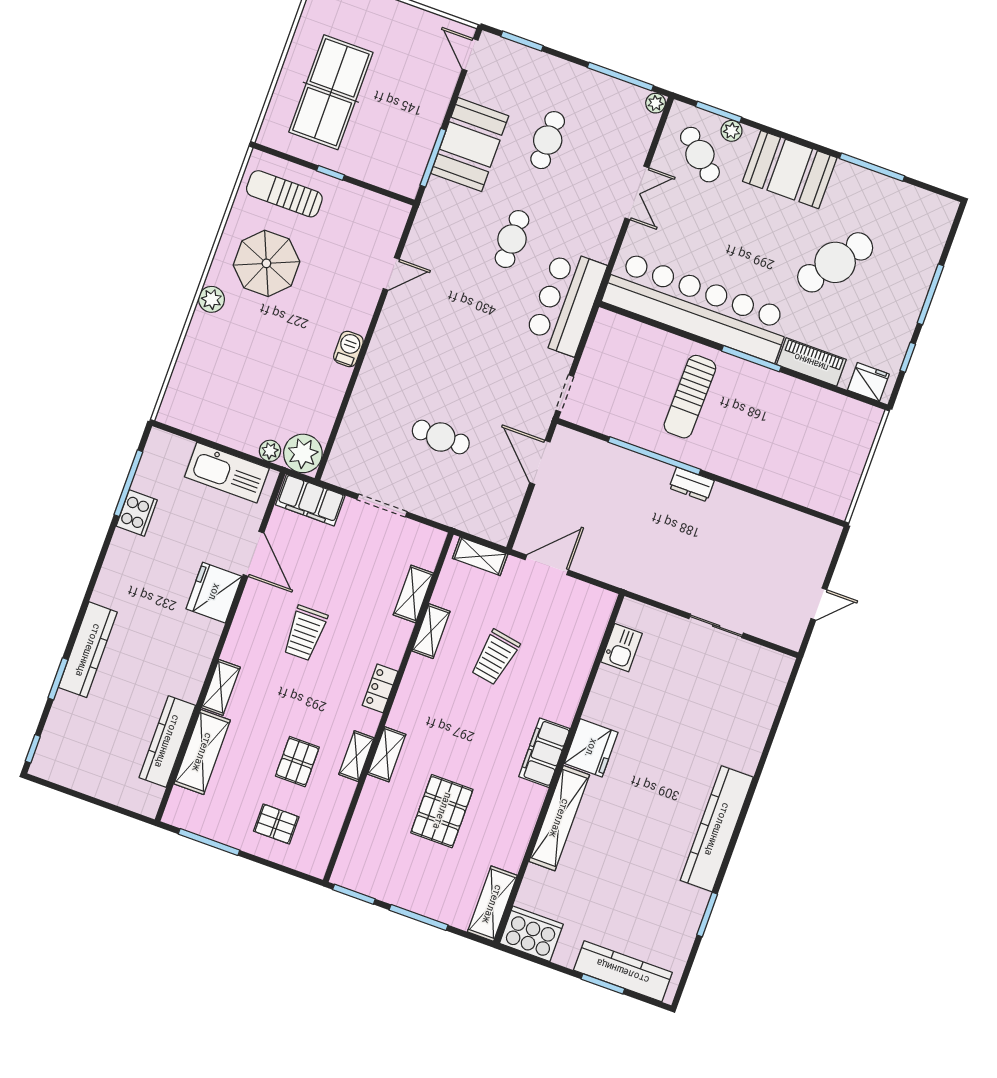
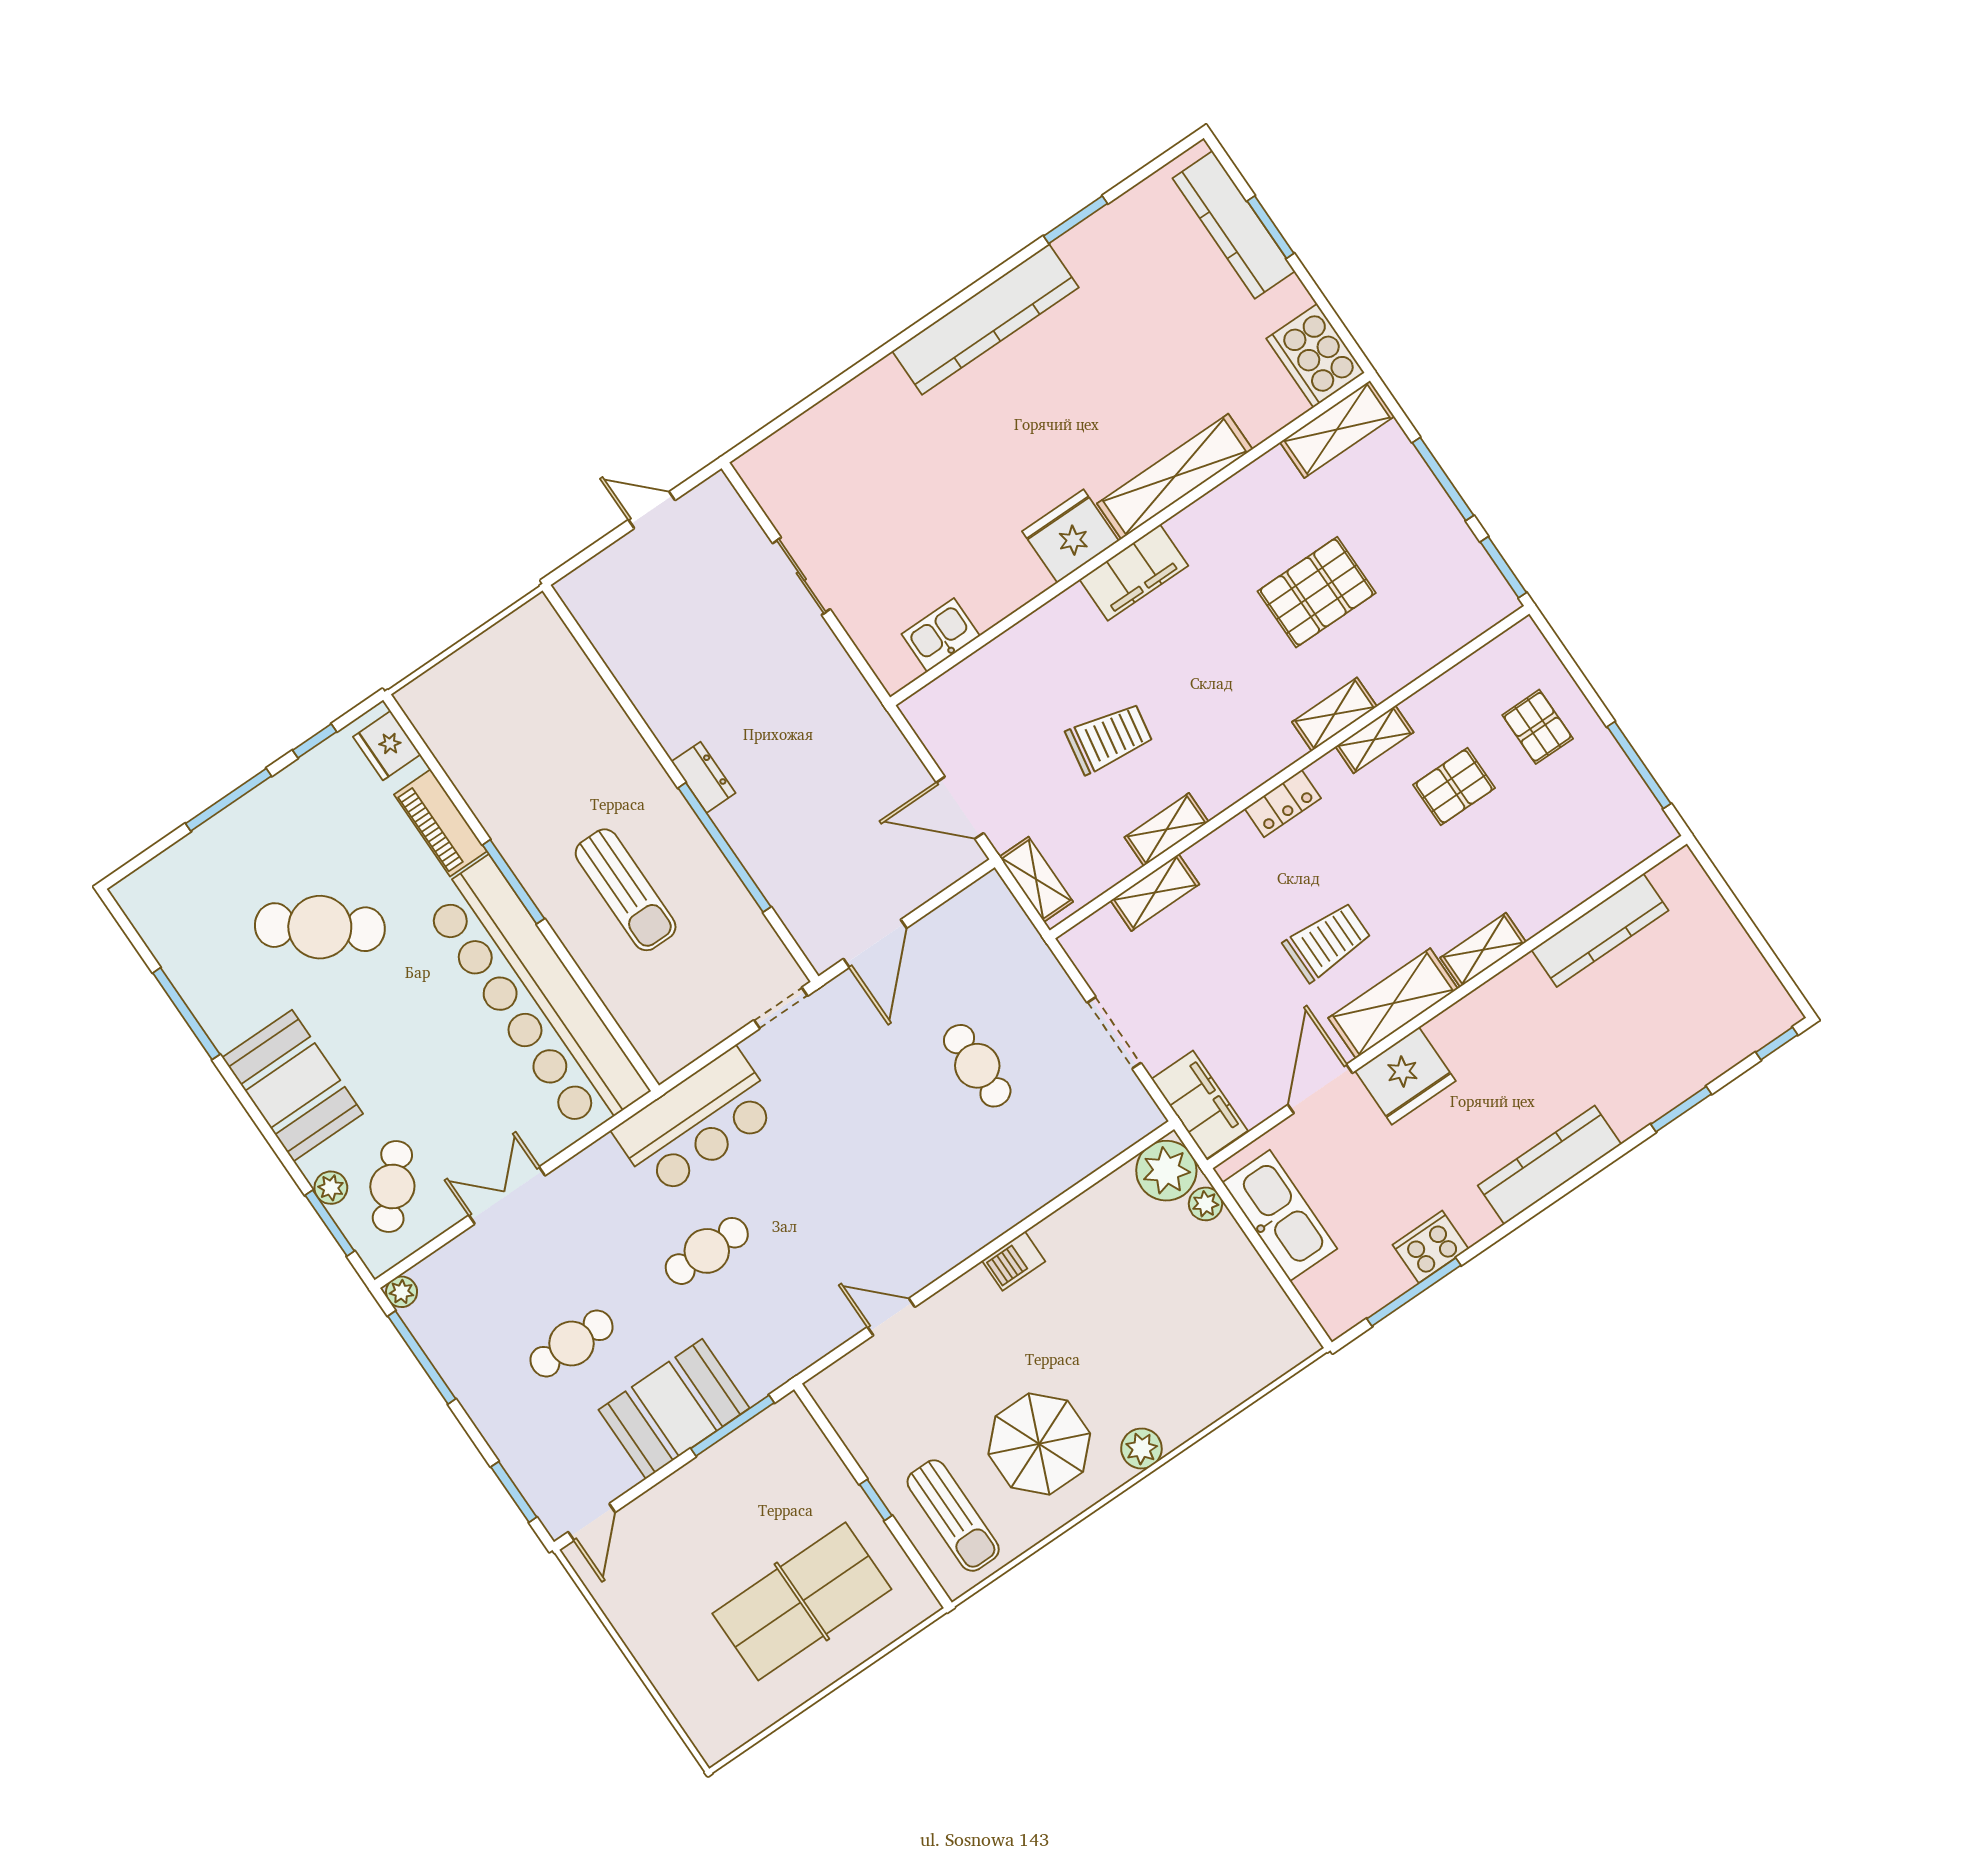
sun lounger: (690, 397) -> (626, 890), turned 89
kitchen counter: (88, 650) -> (1549, 1165), moved
shelving: (202, 752) -> (1393, 1003), moved

